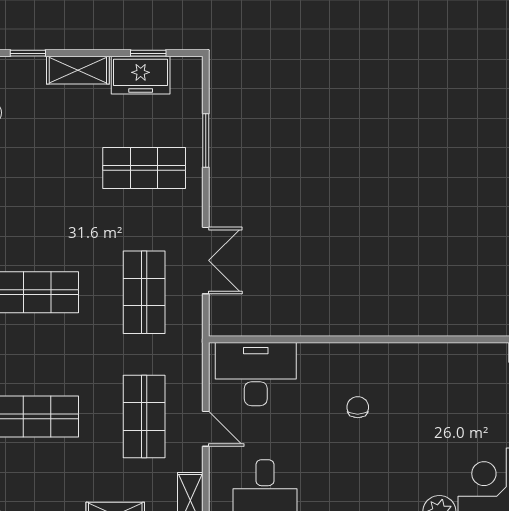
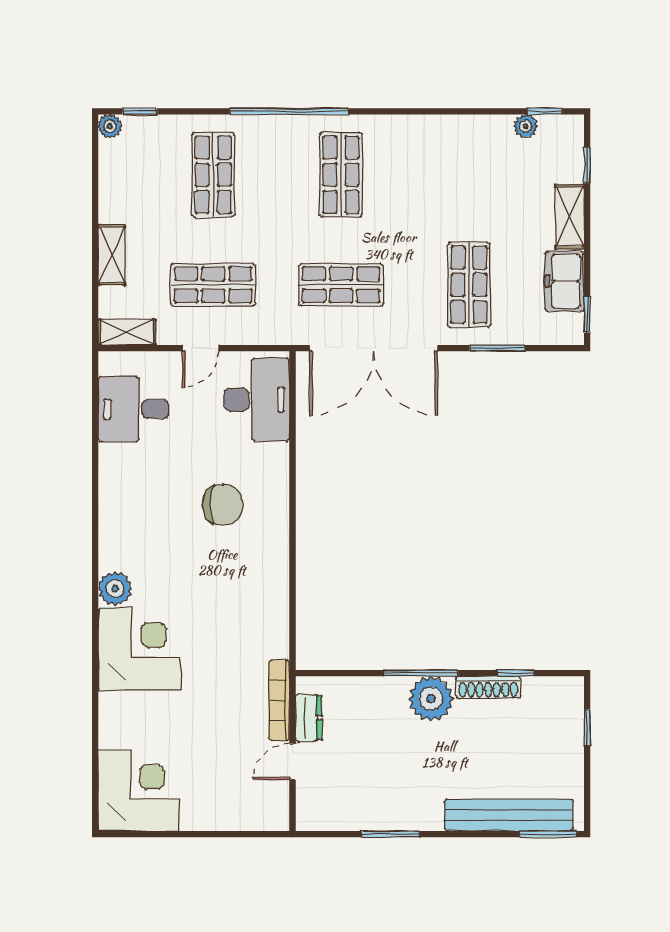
window: (148, 53) -> (587, 314), moved
double door: (206, 260) -> (374, 348), width x1.87
chair: (358, 407) -> (223, 505), width x1.87, depth x1.87

